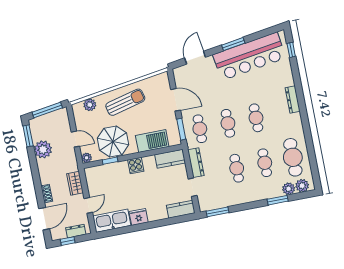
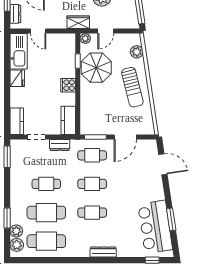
window: (233, 44) -> (171, 219), moved
bar counter: (249, 56) -> (155, 227), width x0.73
barbecue: (152, 141) -> (89, 106), removed
dresser: (196, 163) -> (60, 145), width x0.70
cafe table: (265, 163) -> (46, 213), width x1.37, depth x1.35
wardrobe: (75, 183) -> (78, 22), moved

